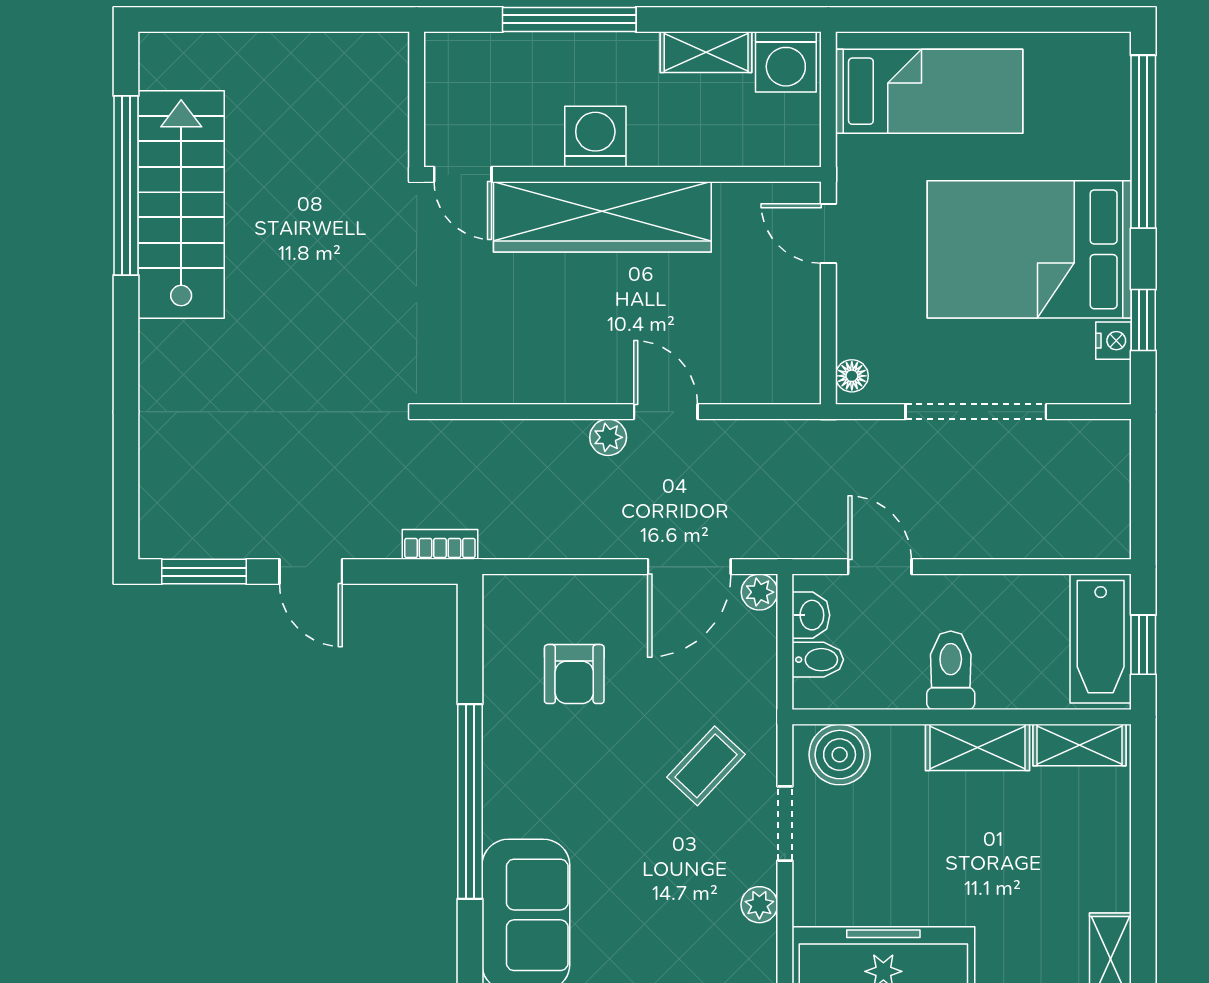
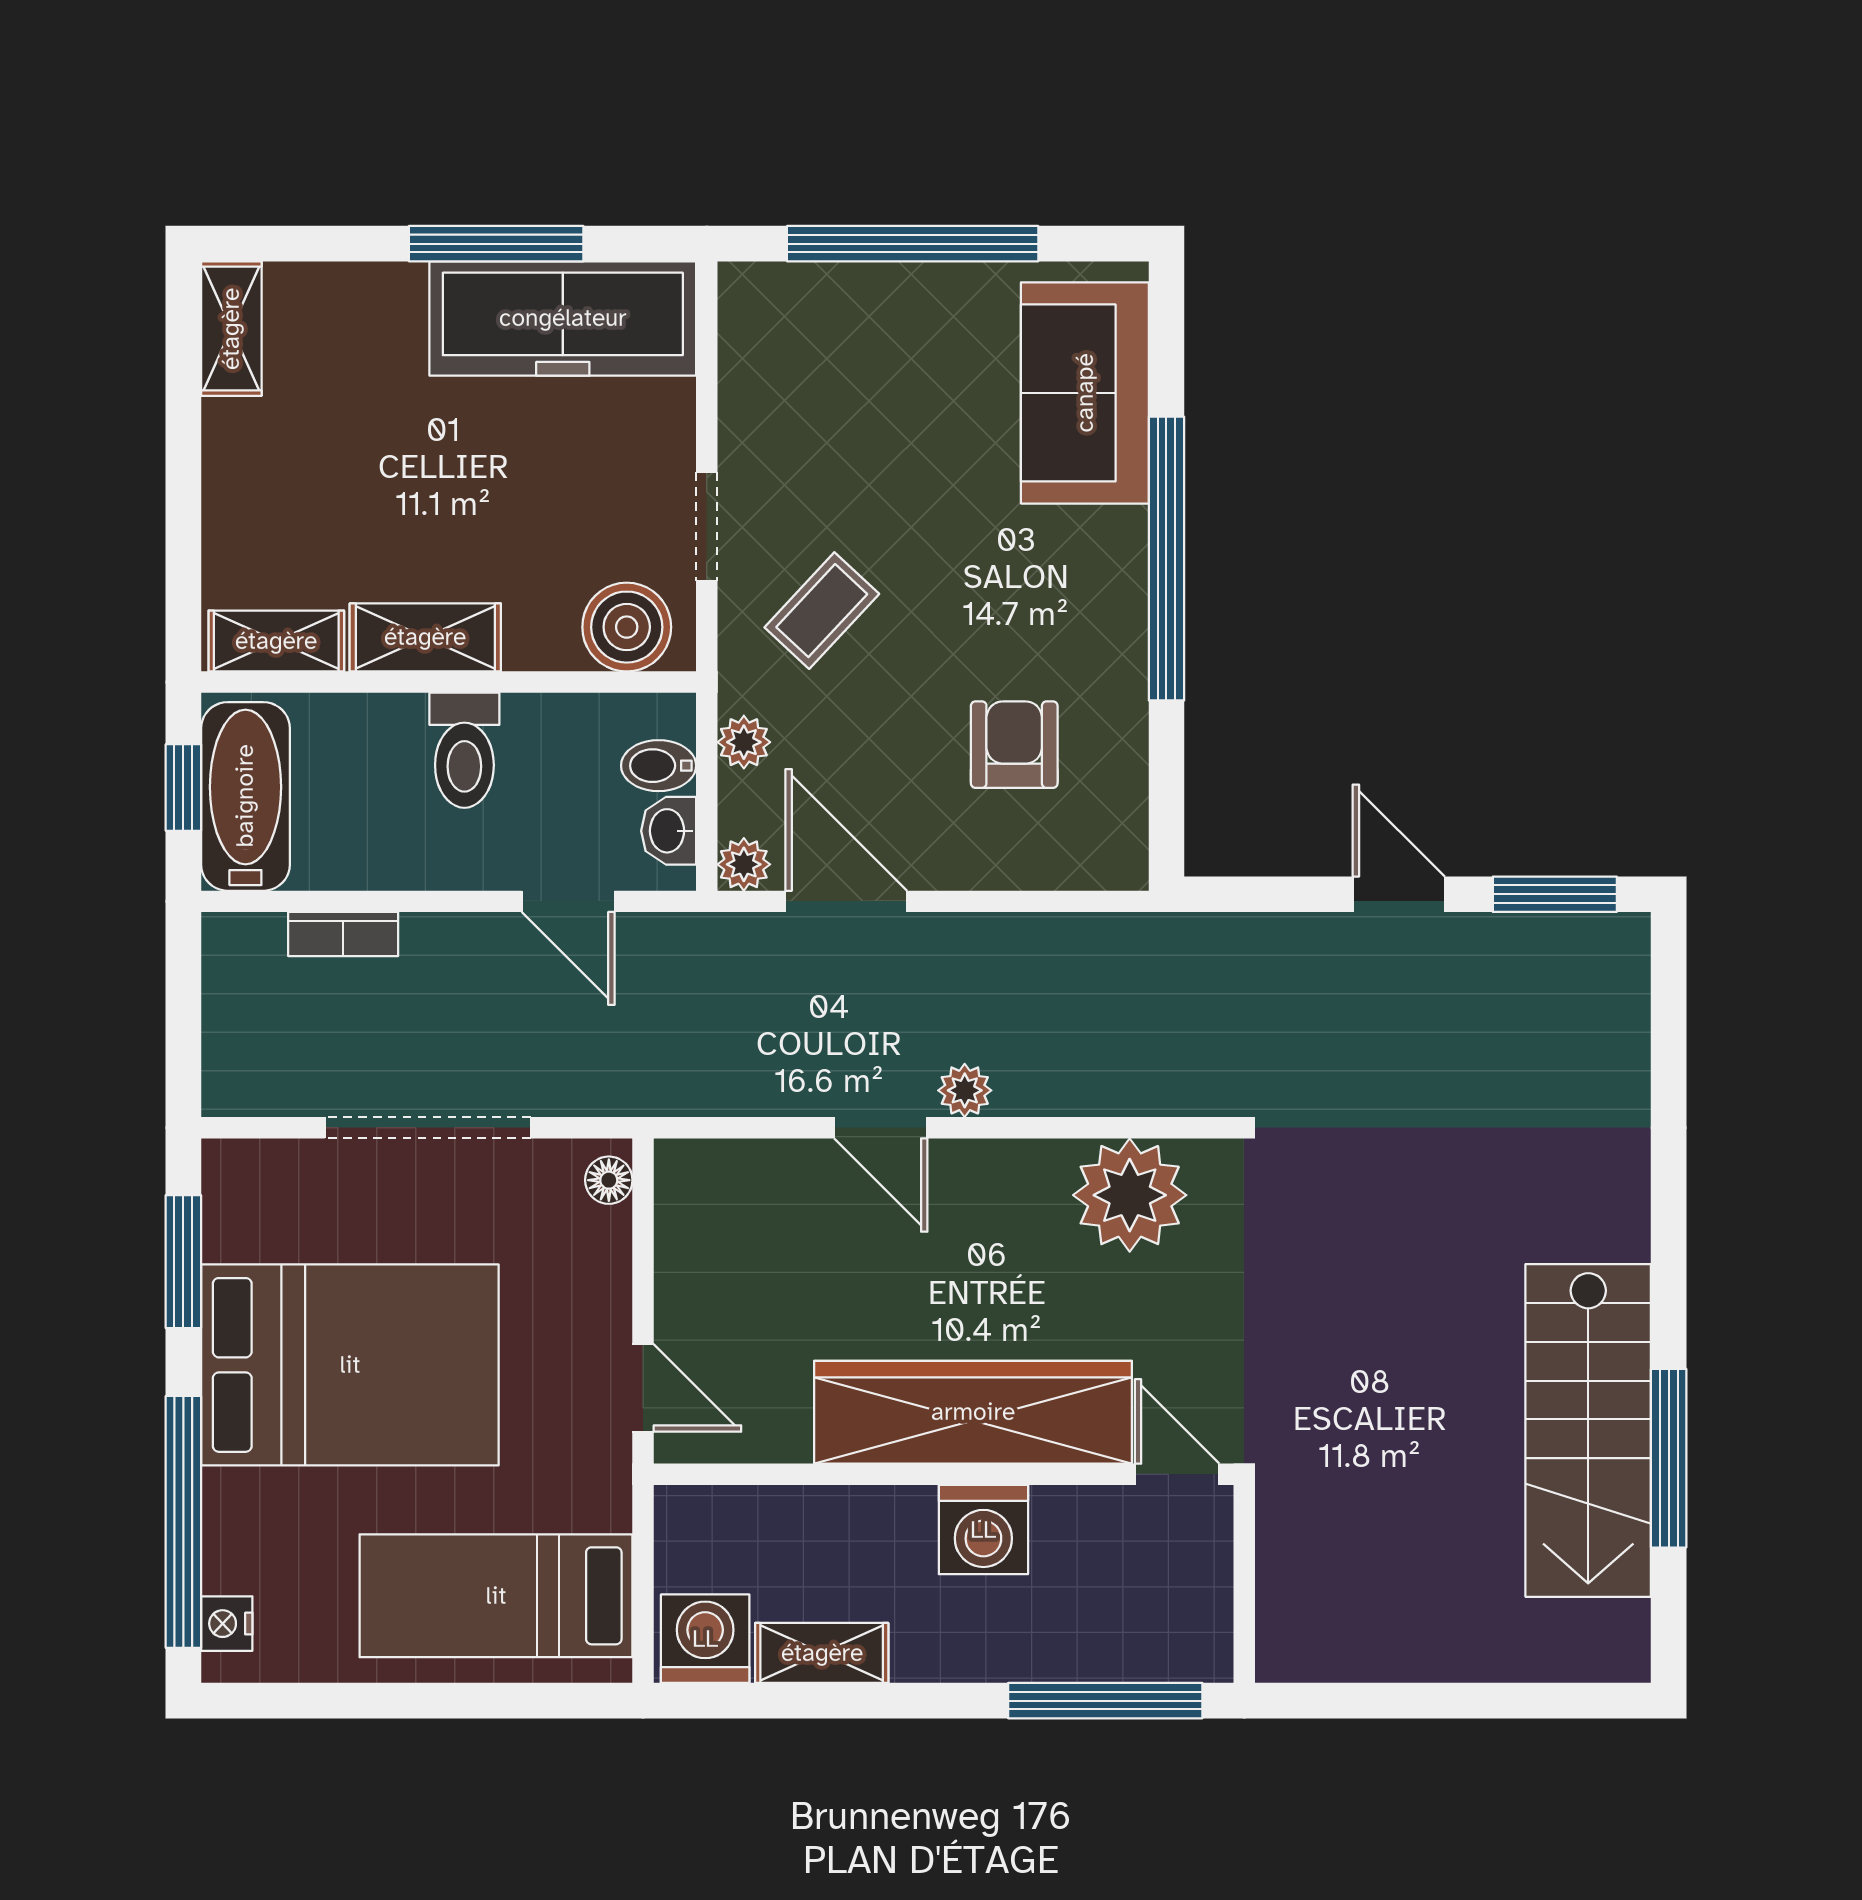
window: (569, 19) -> (1105, 1701), moved
window: (126, 185) -> (1669, 1458), width x0.68
window: (1143, 320) -> (183, 1262), width x1.50
nightstand: (1113, 341) -> (227, 1624), moved
plant: (495, 366) -> (1130, 1195), added
bookcase: (440, 544) -> (343, 934), moved
door: (689, 567) -> (846, 901), hinge flipped
plant: (759, 905) -> (744, 742), moved

